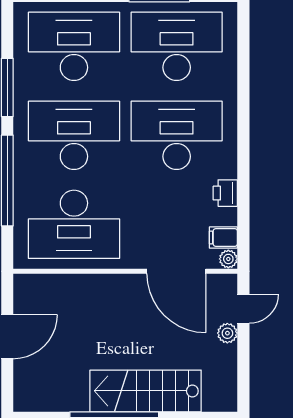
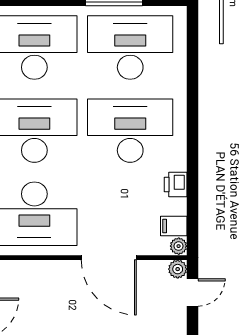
door: (176, 271) -> (109, 258), moved
plant: (227, 333) -> (178, 269), moved

